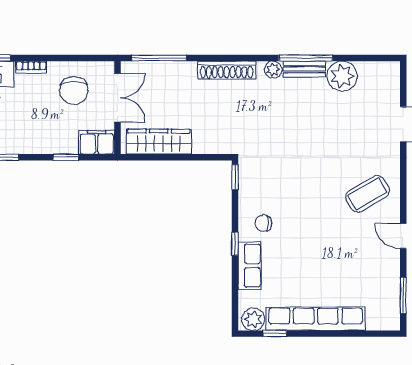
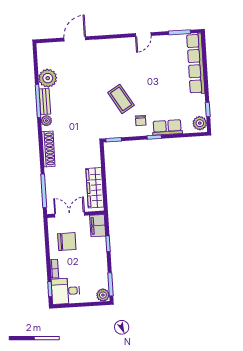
coffee table: (368, 194) -> (121, 99), moved
row of seats: (316, 319) -> (196, 64), moved

